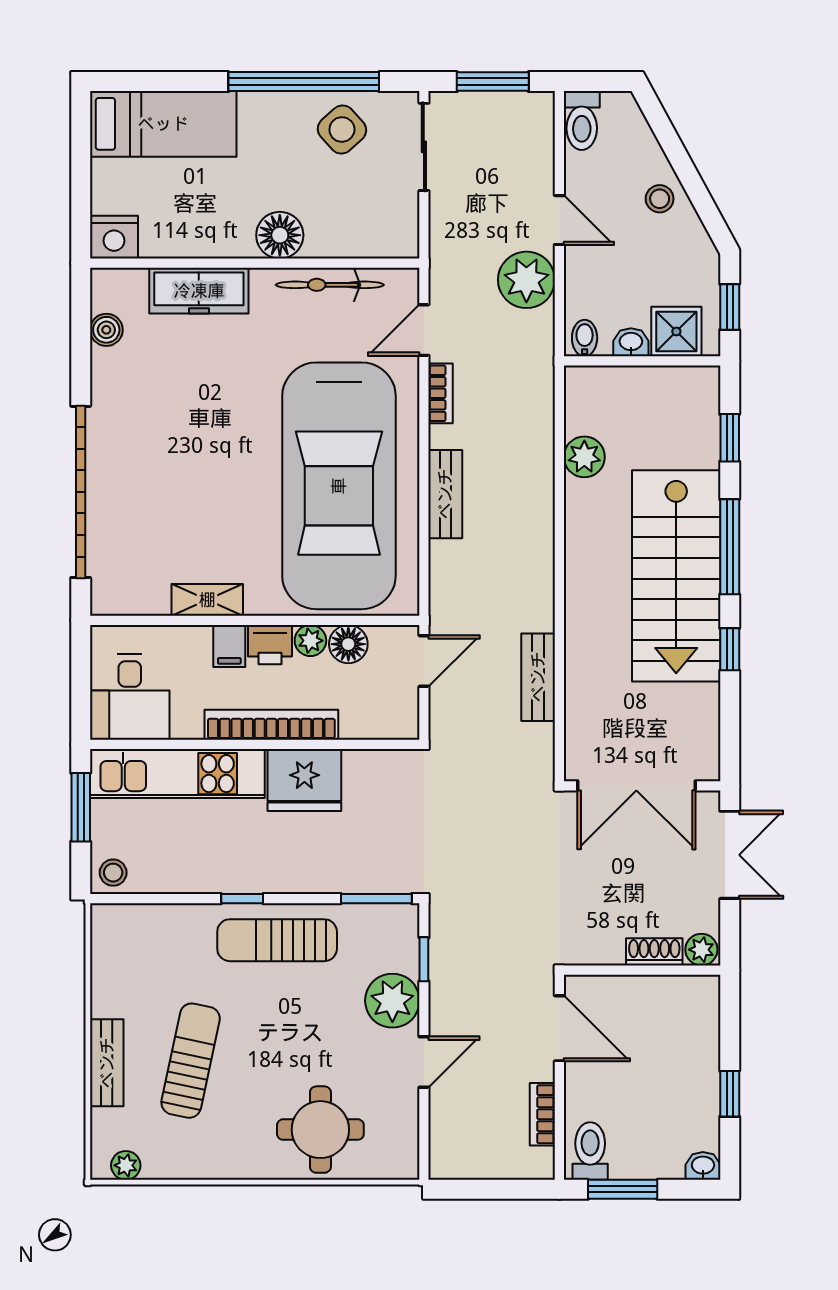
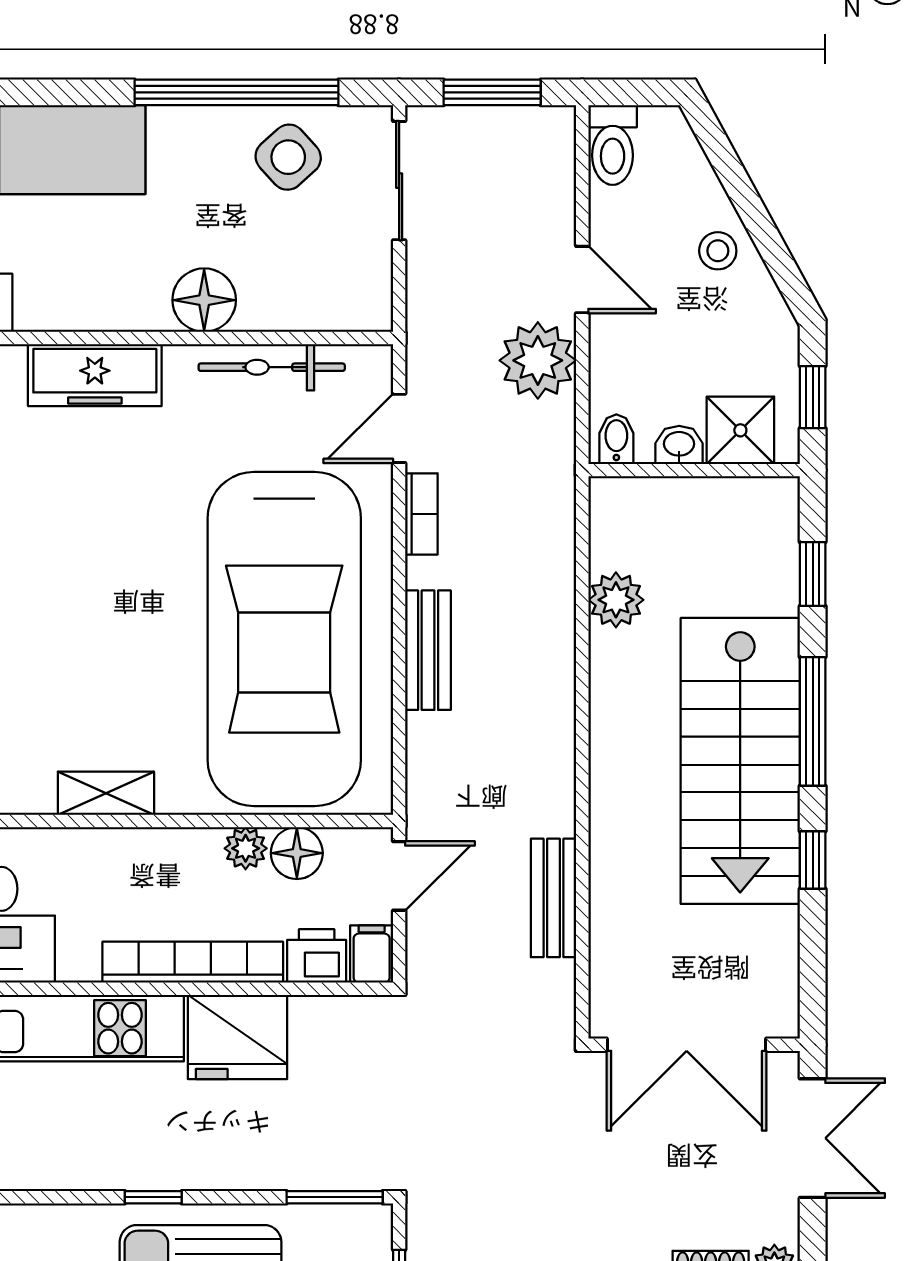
printer: (270, 645) -> (317, 956), moved, turned 180
filing cabinet: (229, 646) -> (372, 954), moved, turned 180

